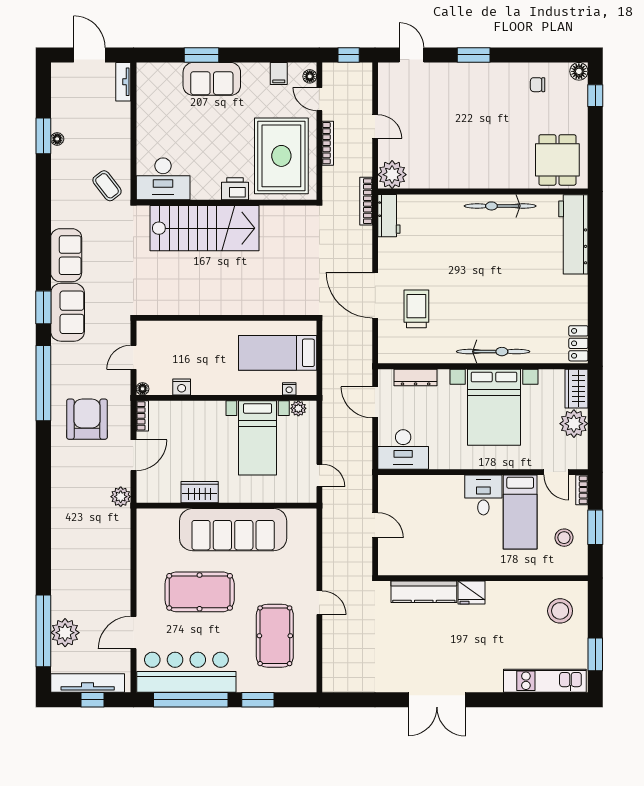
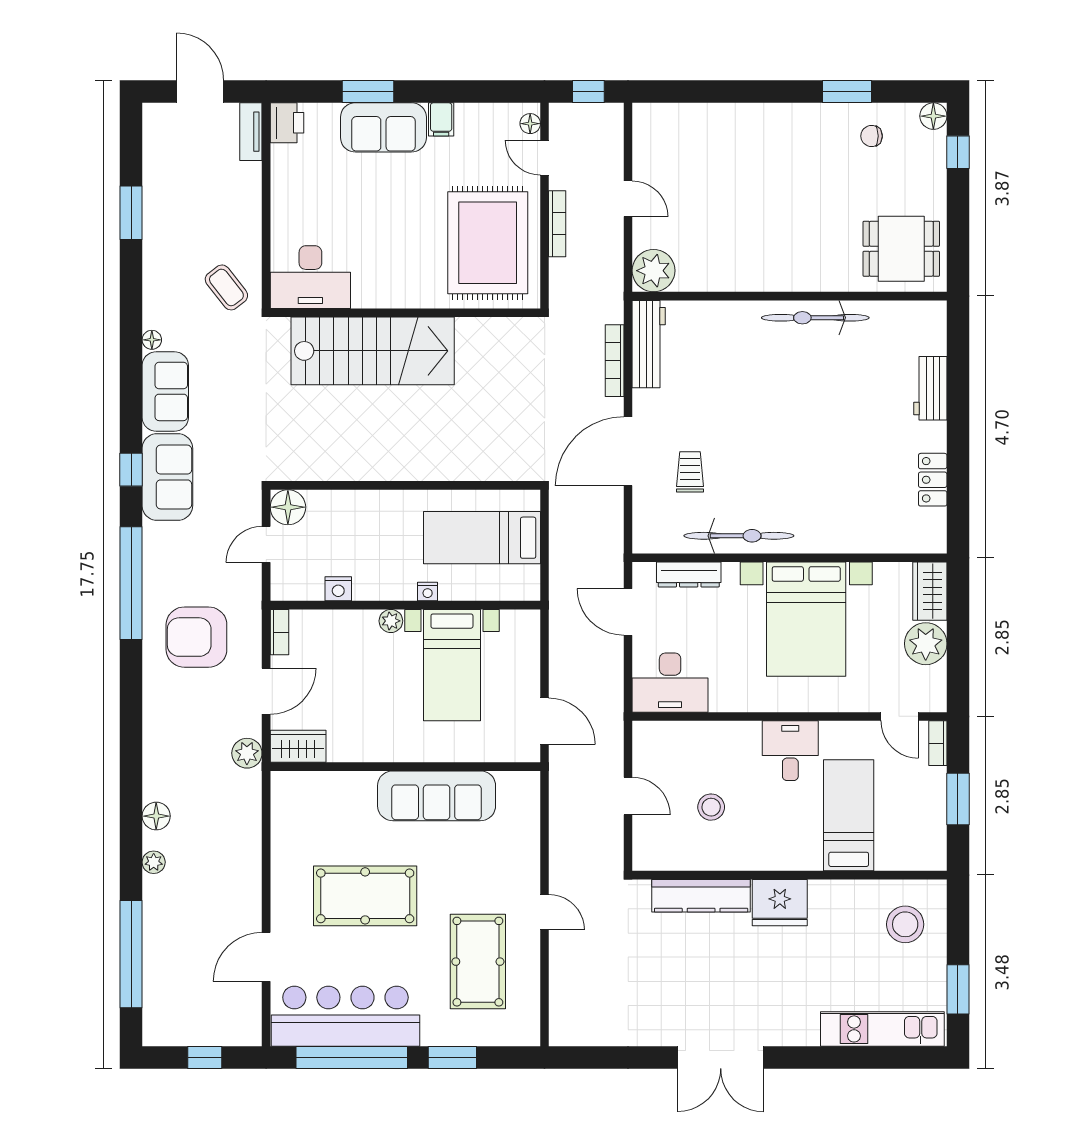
door: (411, 55) -> (683, 91), removed
window: (474, 55) -> (847, 91), moved
filing cabinet: (279, 74) -> (441, 119), moved
floor lamp: (57, 139) -> (152, 340), moved
dining table: (557, 160) -> (901, 249), turned 90
printer: (235, 189) -> (287, 123), moved, turned 90
bookcase: (366, 201) -> (615, 361), moved
workbench: (389, 216) -> (649, 344), width x1.38
workbench: (573, 234) -> (930, 388), width x0.53, depth x0.76
door: (375, 295) -> (628, 451), hinge flipped
window: (43, 307) -> (131, 470), width x0.67
trolley: (416, 309) -> (690, 472), width x0.73, depth x0.72
locker: (578, 343) -> (933, 480), moved
bicycle: (493, 352) -> (739, 536), moved
floor lamp: (143, 389) -> (288, 507), moved, width x1.89, depth x1.89
nightstand: (289, 389) -> (428, 592), moved
plant: (298, 408) -> (391, 621), moved
armchair: (87, 419) -> (196, 637), turned -90
door: (319, 475) -> (545, 721), width x1.38
wardrobe: (200, 492) -> (298, 746), moved
bed: (520, 512) -> (849, 815), moved, turned 180
sofa: (233, 530) -> (437, 796), width x0.74, depth x0.79
stool: (564, 538) -> (711, 807), moved
floor lamp: (60, 539) -> (156, 816), added
fridge: (472, 592) -> (780, 903), width x1.36, depth x1.34
plant: (65, 633) -> (154, 862), moved, width x0.53, depth x0.53
tv unit: (88, 683) -> (197, 1032), removed

